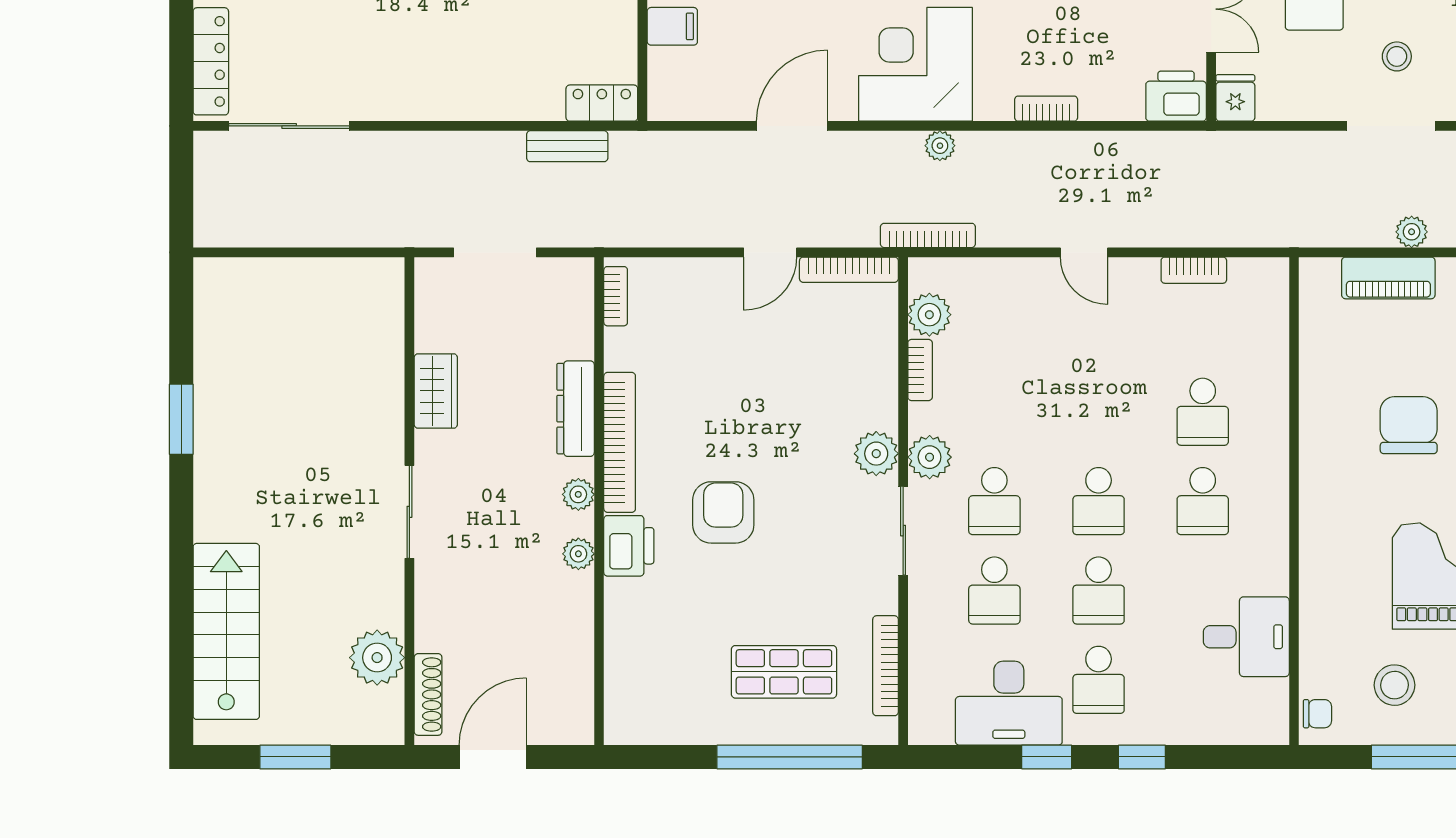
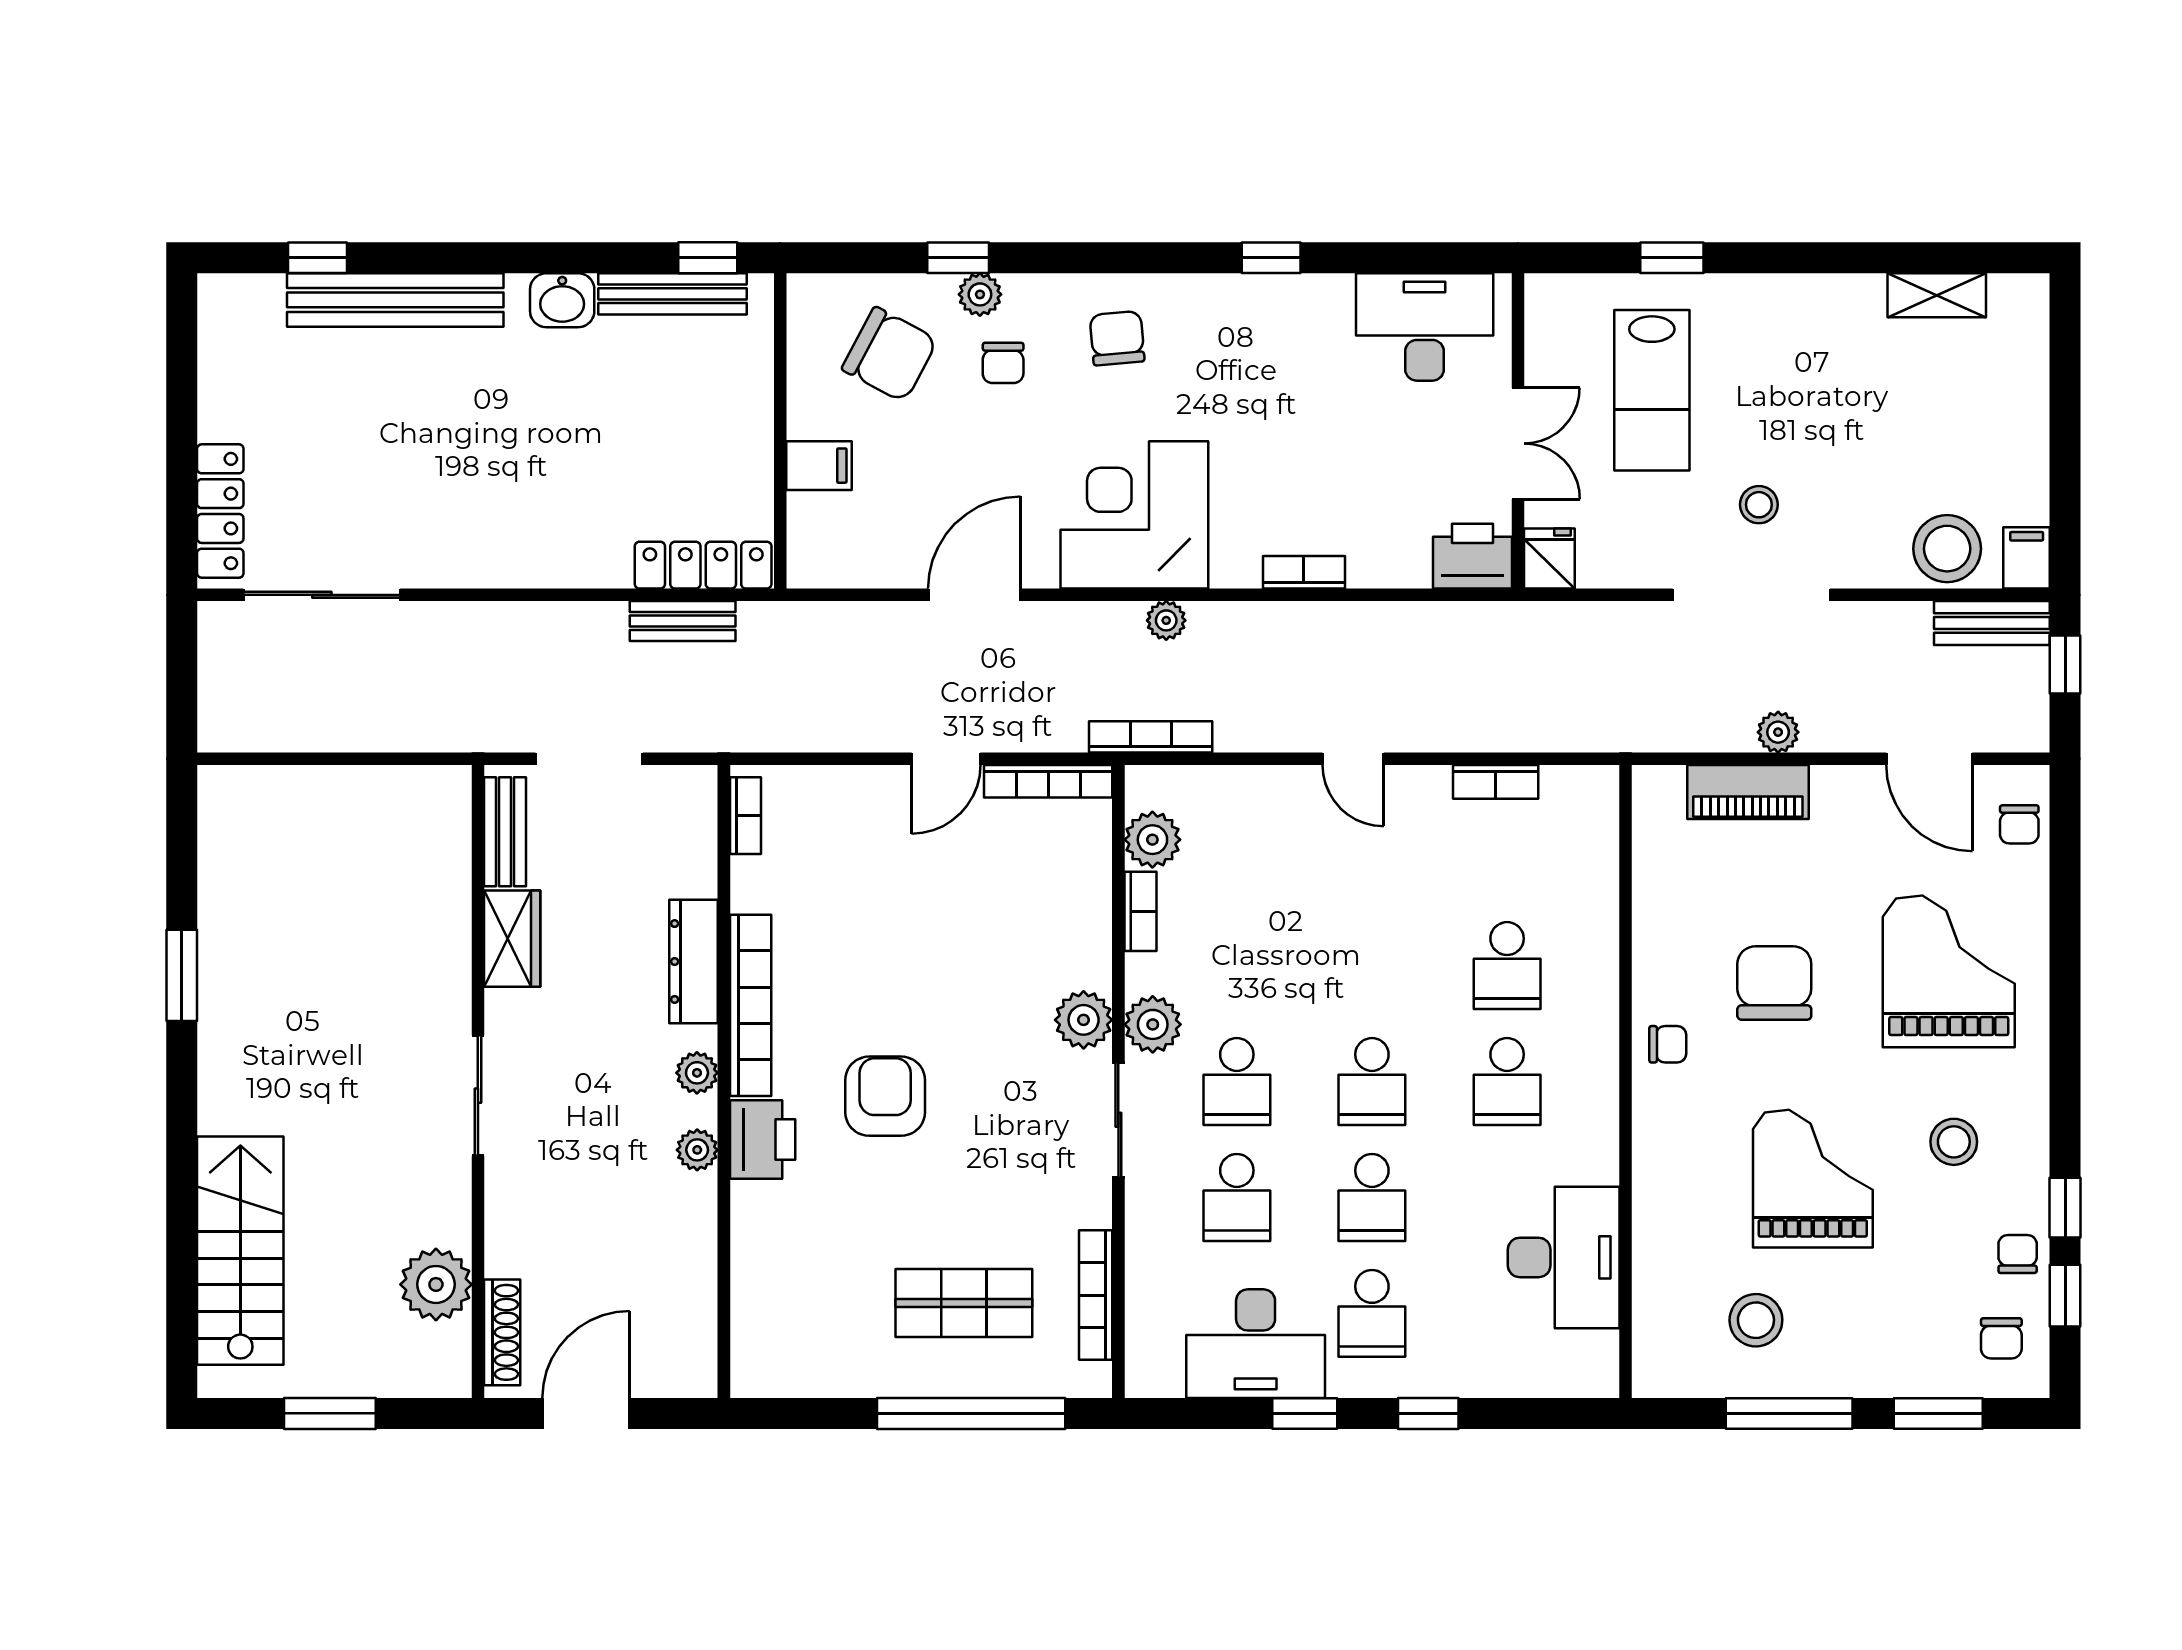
locker: (602, 103) -> (703, 565), width x1.53
doorway: (1391, 126) -> (1751, 595), width x1.36
bench: (430, 309) -> (505, 832), added
desk: (1246, 637) -> (1564, 1257), width x1.37
chair: (1317, 714) -> (1668, 1044), moved

